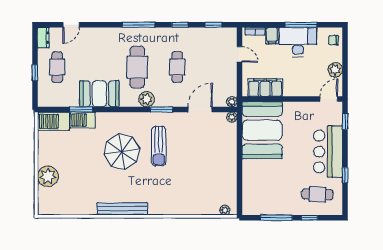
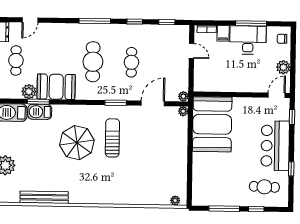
filing cabinet: (265, 88) -> (216, 83), removed
plant: (147, 99) -> (29, 92), moved
sun lounger: (159, 146) -> (112, 138), turned 180
bench: (122, 209) -> (44, 197), moved

